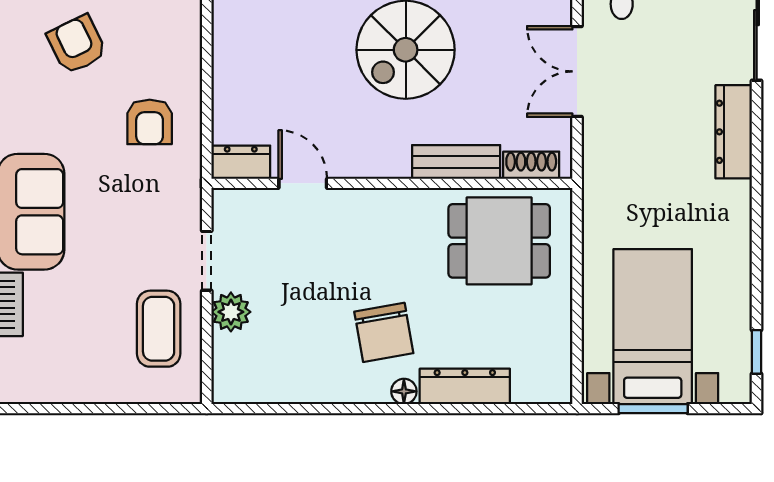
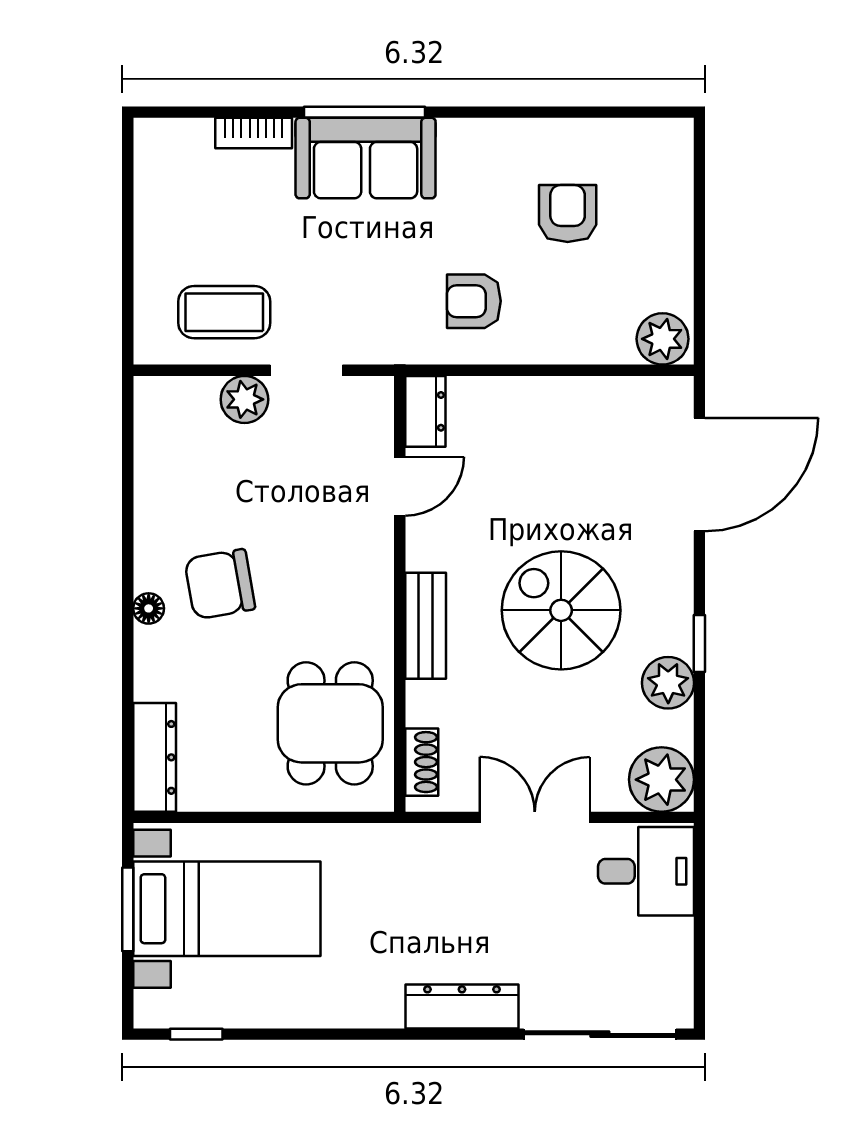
armchair: (77, 44) -> (568, 213), turned -64
bench: (456, 162) -> (426, 626), moved
dresser: (465, 386) -> (155, 757), moved

